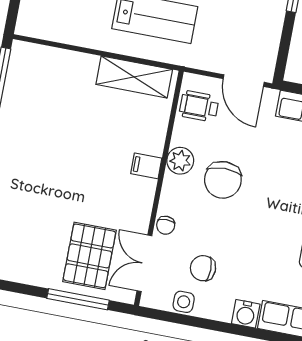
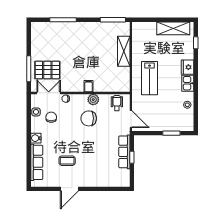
shelving: (134, 77) -> (124, 51), moved
door: (244, 81) -> (131, 119), swing flipped

